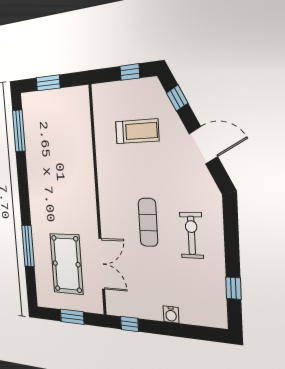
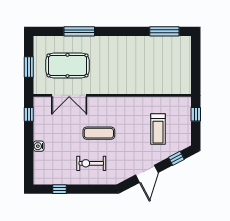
window: (130, 72) -> (196, 114), moved
window: (48, 83) -> (196, 61), removed
exercise bike: (192, 235) -> (91, 163), turned 180

